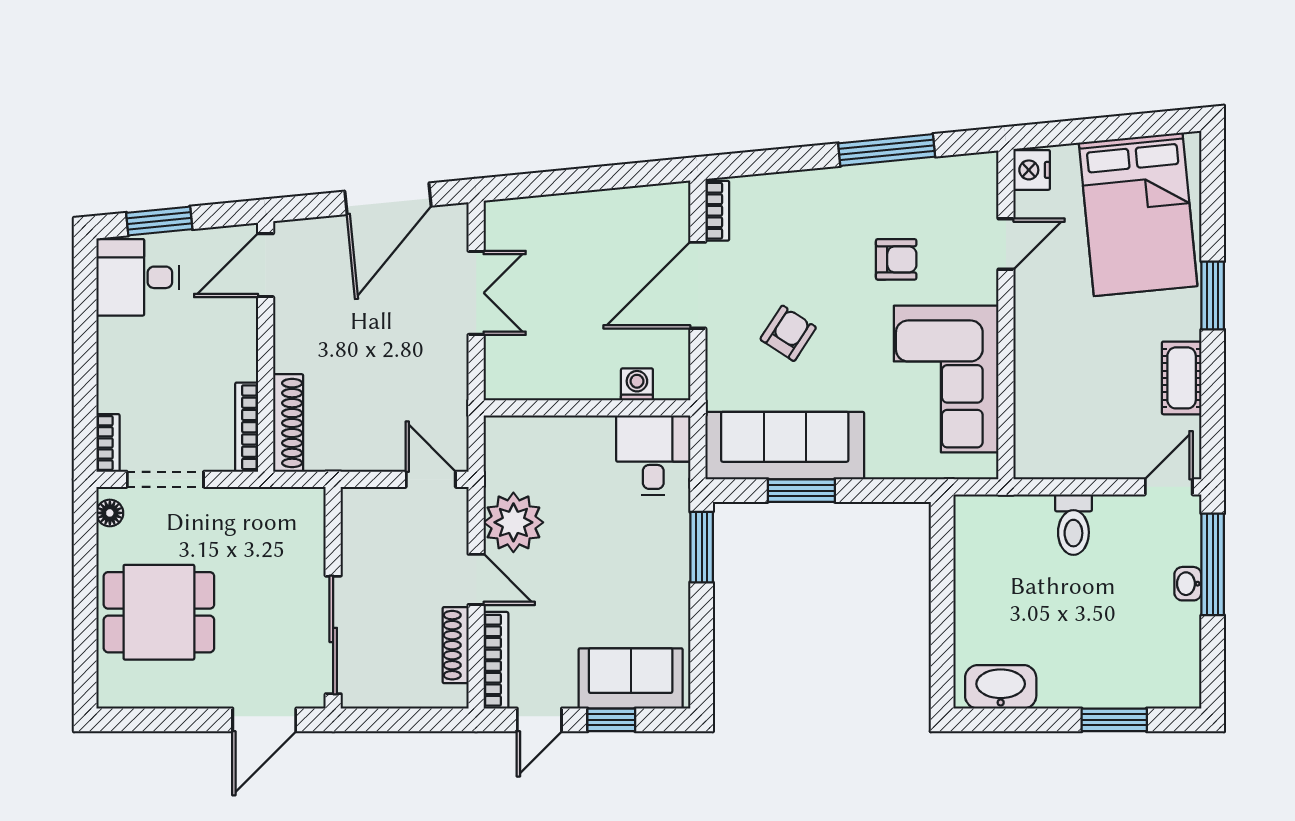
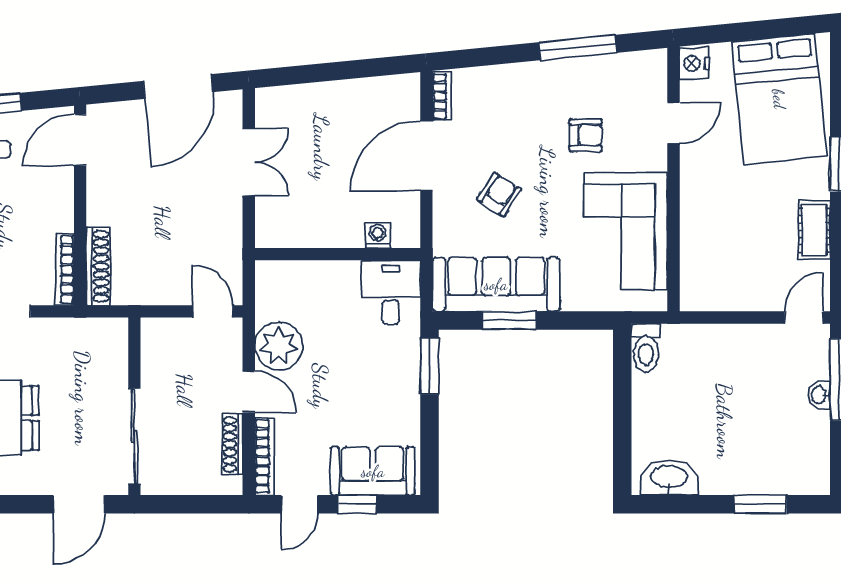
toilet: (1073, 525) -> (646, 348), moved

